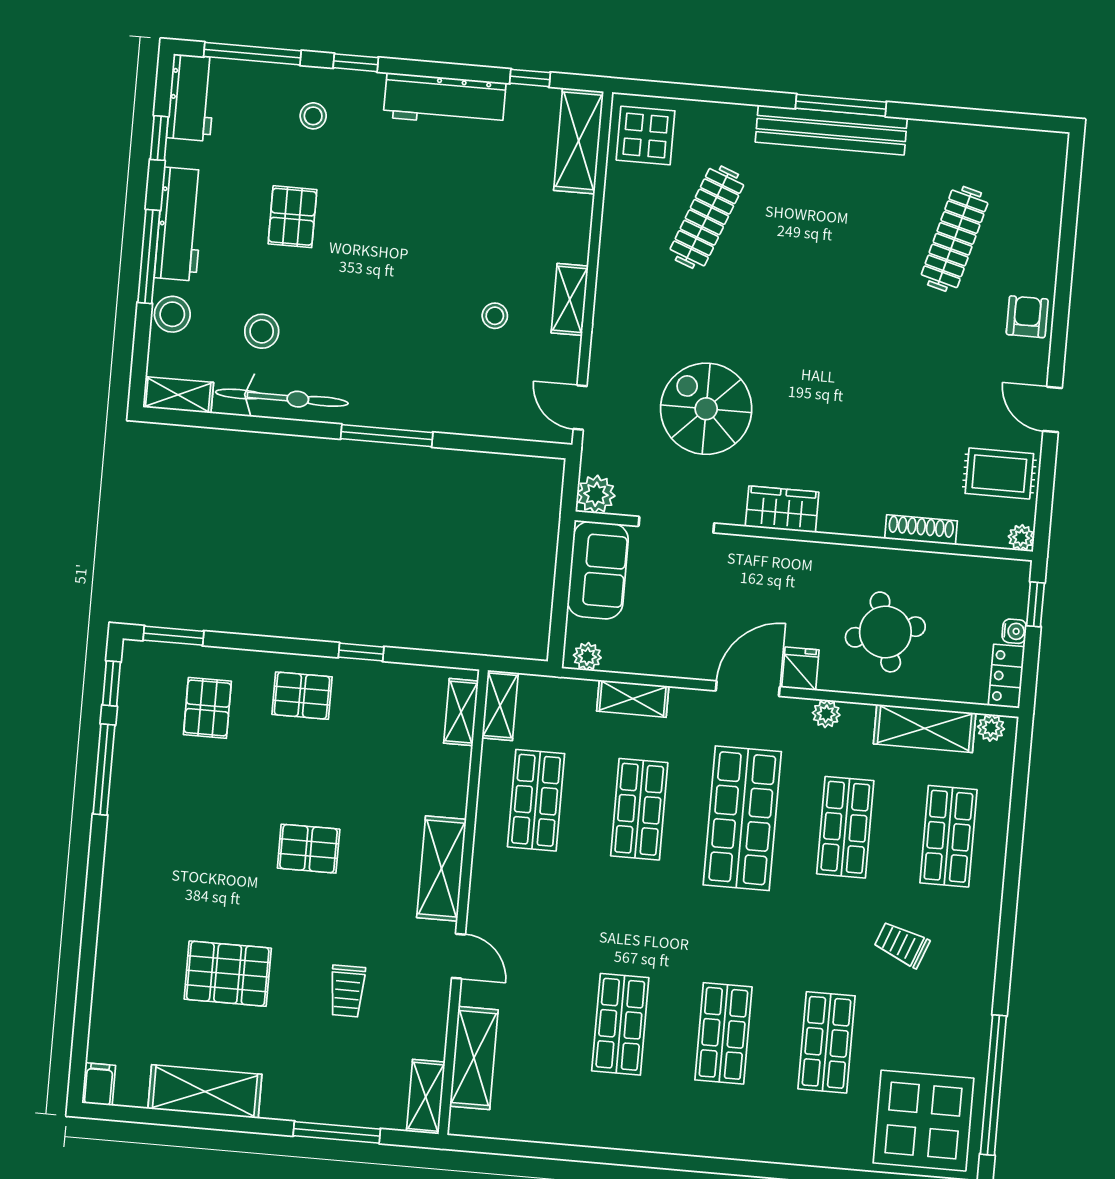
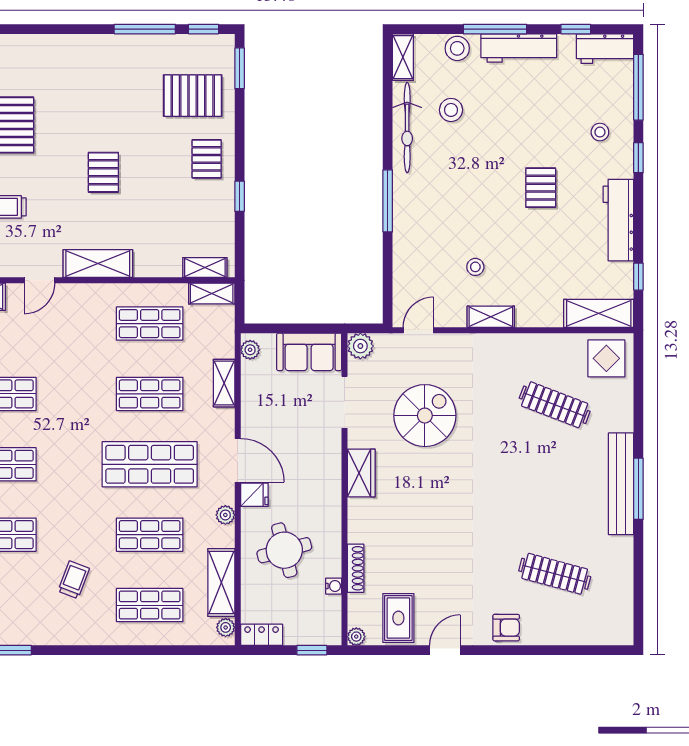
pallet: (292, 217) -> (541, 188), moved, turned 90
water cooler: (1014, 631) -> (334, 586), moved, turned -90
pallet: (207, 708) -> (193, 96), width x1.50, depth x1.42

